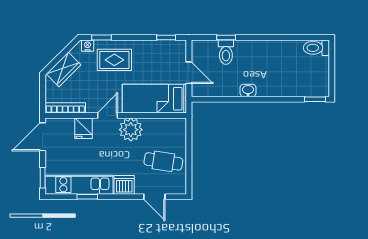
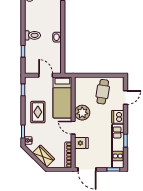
toilet: (226, 52) -> (32, 35), moved
rug: (114, 60) -> (38, 112), moved
door: (189, 73) -> (46, 75), hinge flipped

